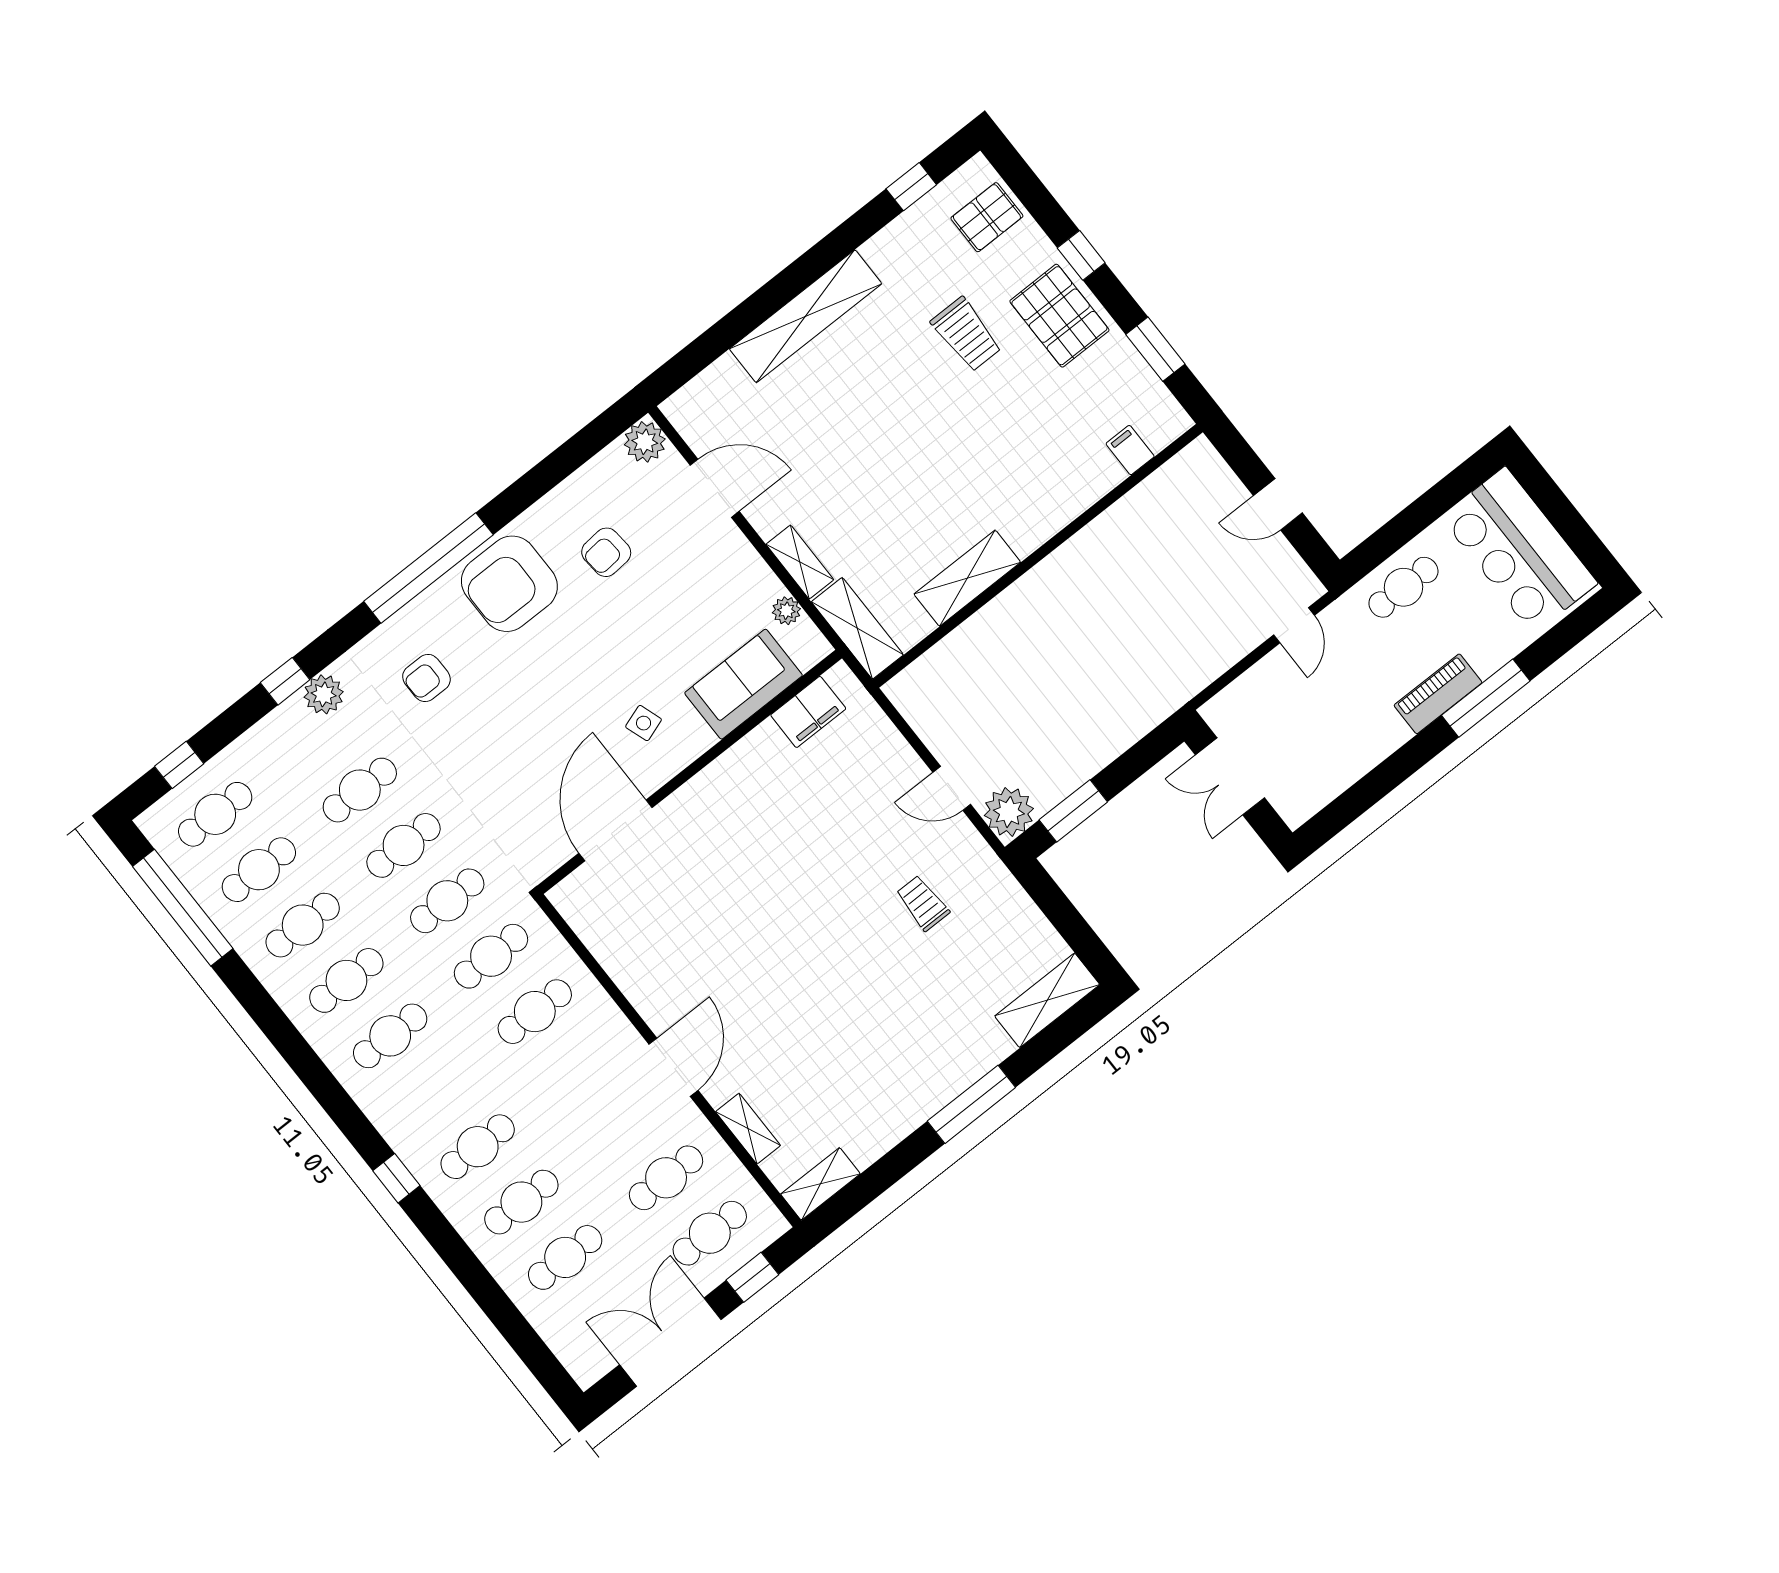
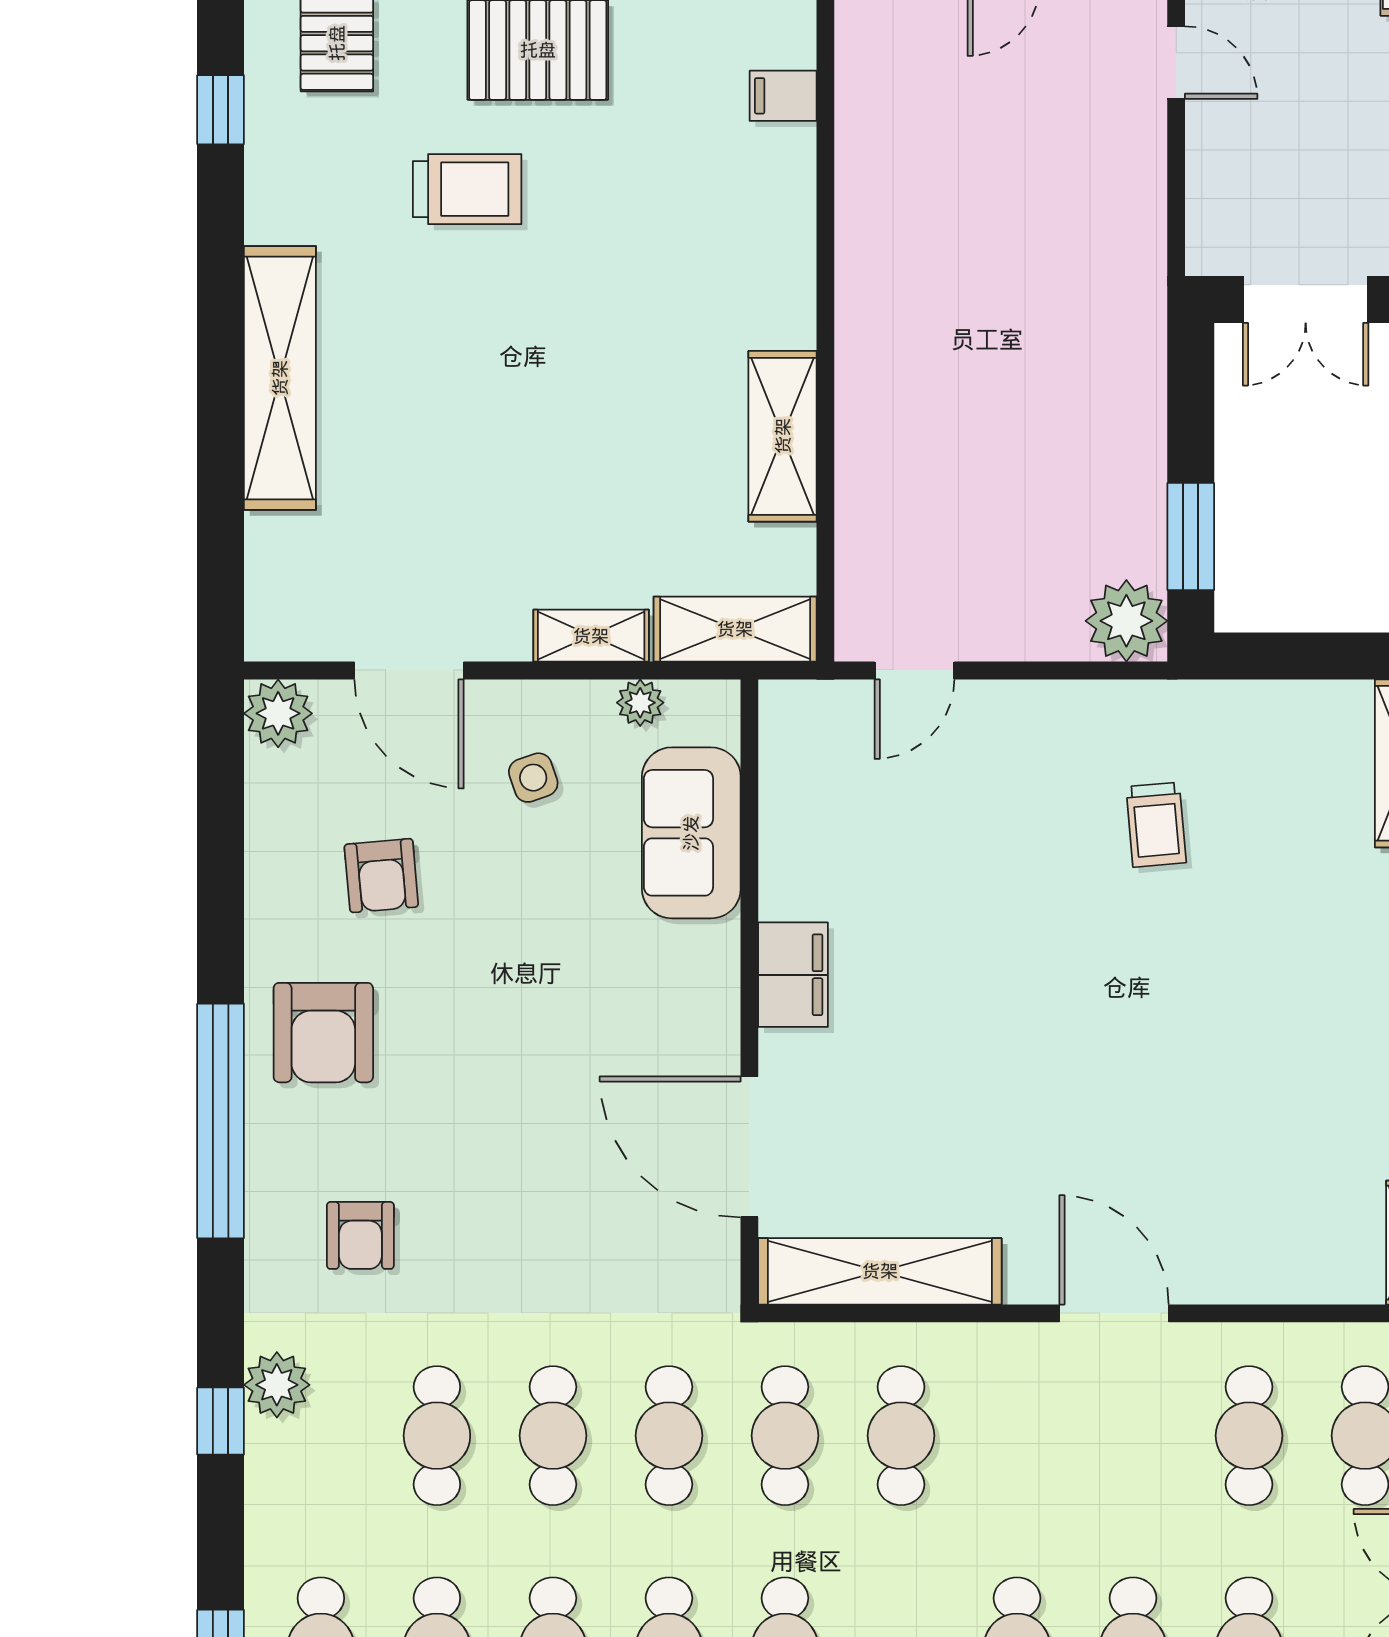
door: (715, 488) -> (409, 670), swing flipped
armchair: (509, 584) -> (323, 1033), width x0.73, depth x0.73
filing cabinet: (808, 712) -> (793, 975), moved
side table: (644, 723) -> (533, 778), moved
door: (952, 788) -> (914, 670), moved
trolley: (923, 903) -> (1156, 825), turned -95
shelving: (748, 1129) -> (880, 1271), moved, width x2.20, depth x1.33

